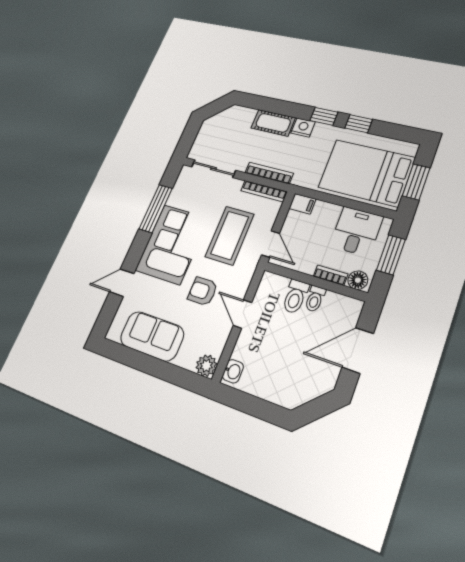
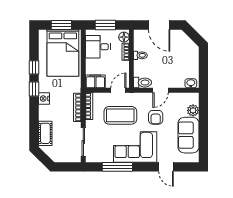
cot: (273, 123) -> (45, 133), moved
filing cabinet: (302, 204) -> (95, 81), width x2.00
toilet: (295, 297) -> (143, 83), moved
plant: (206, 366) -> (193, 110), moved

